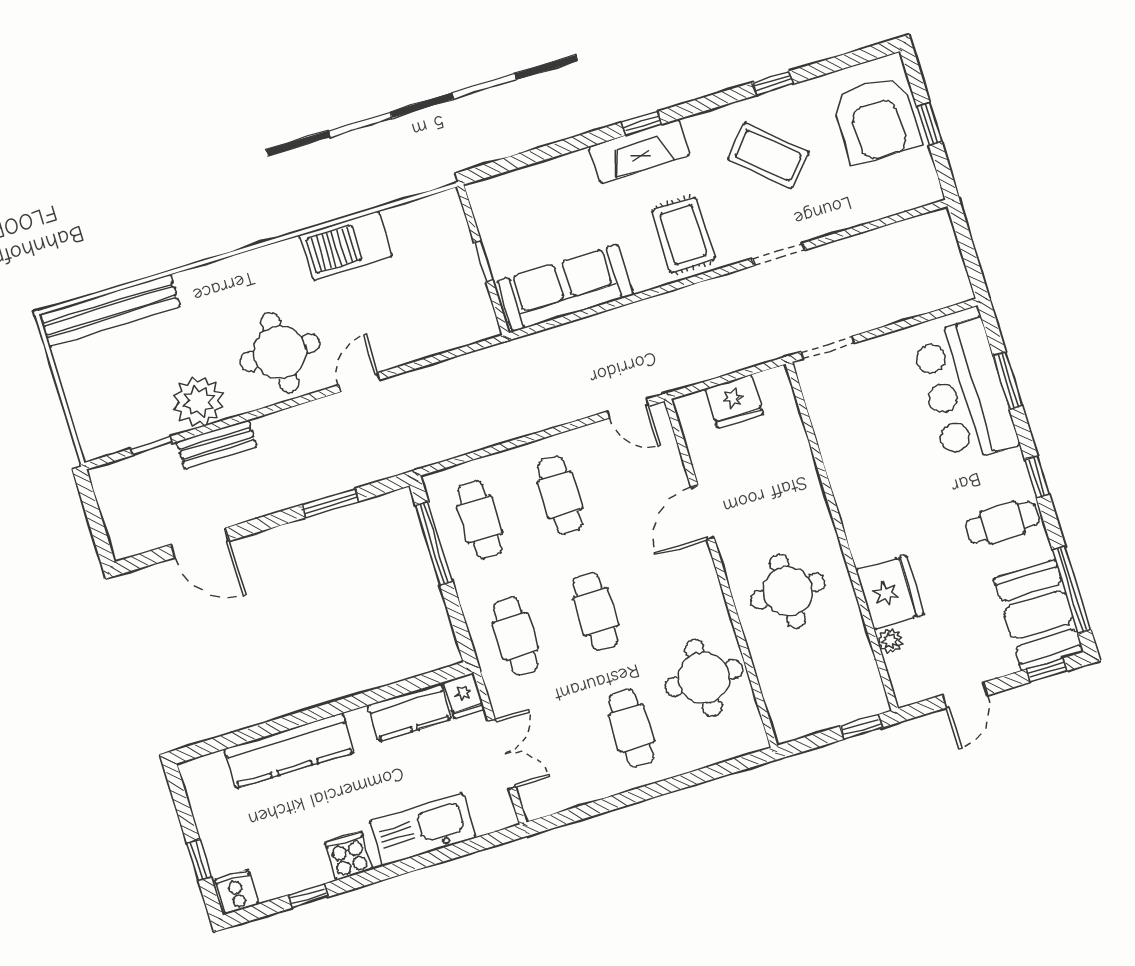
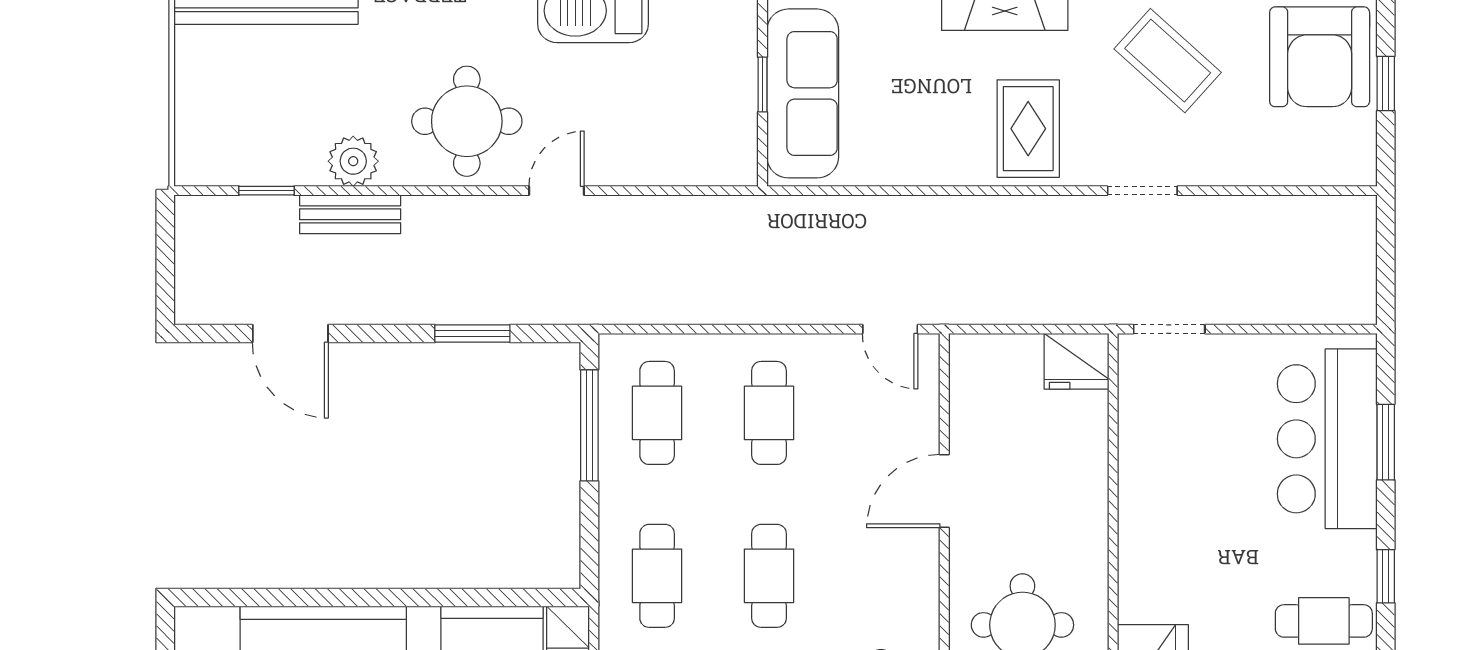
sofa: (565, 288) -> (803, 93), moved, turned 90
plant: (199, 401) -> (353, 161), width x0.73, depth x0.73
fridge: (734, 401) -> (1076, 361), moved

